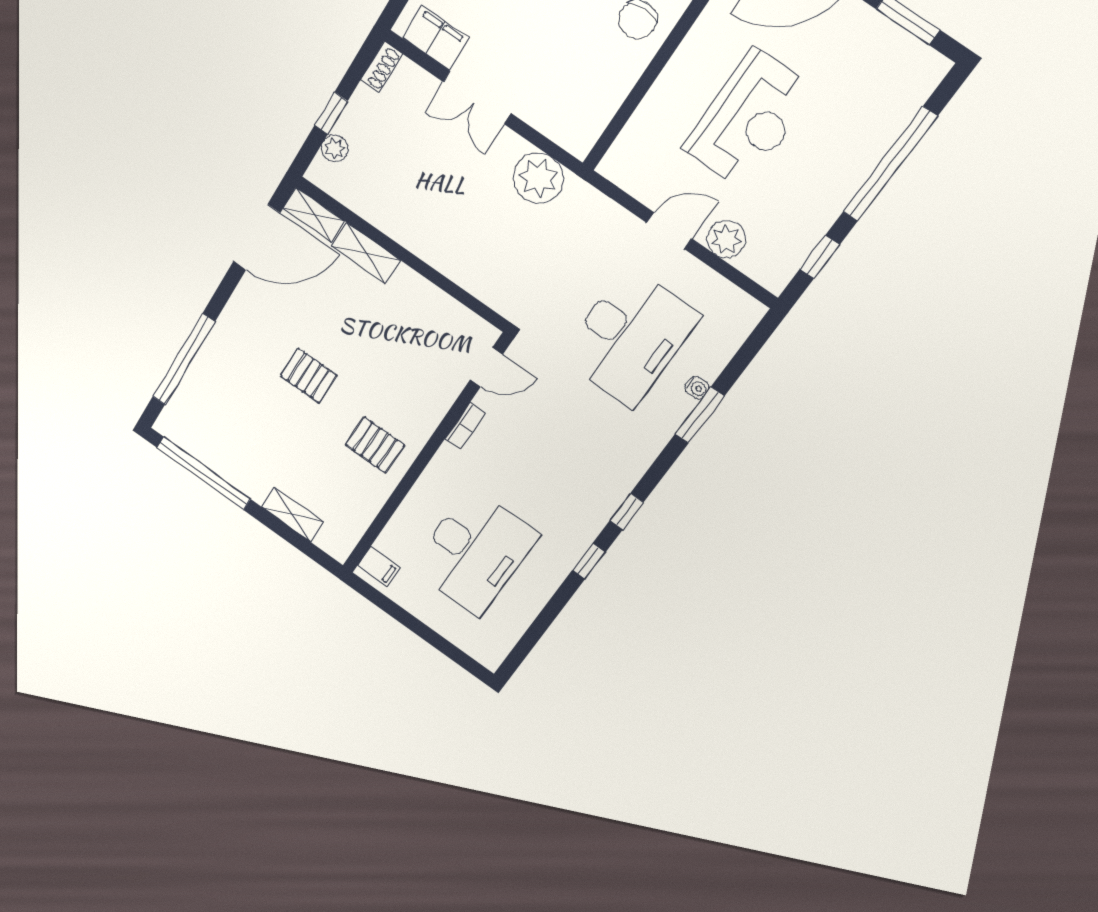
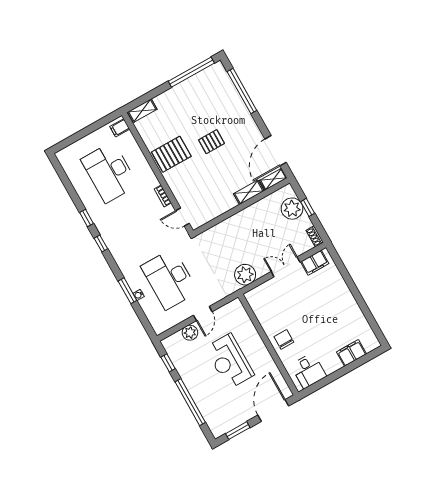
plant: (335, 148) -> (292, 209), width x1.87, depth x1.87
door: (486, 367) -> (182, 217), hinge flipped
pallet: (375, 445) -> (171, 154), width x1.50, depth x1.42
shelving: (293, 515) -> (142, 111), moved

